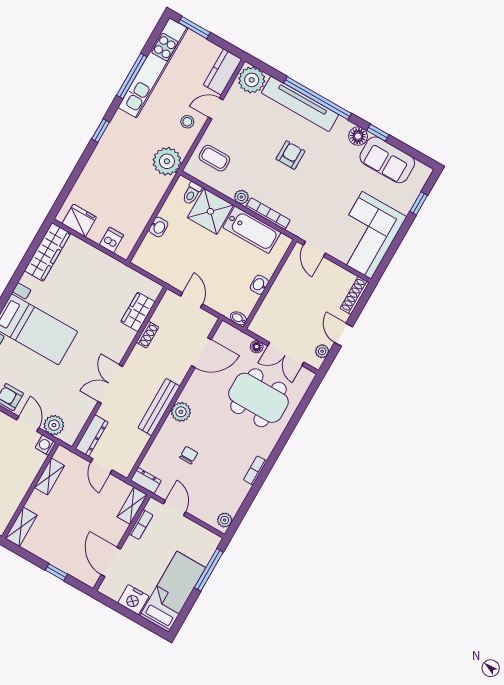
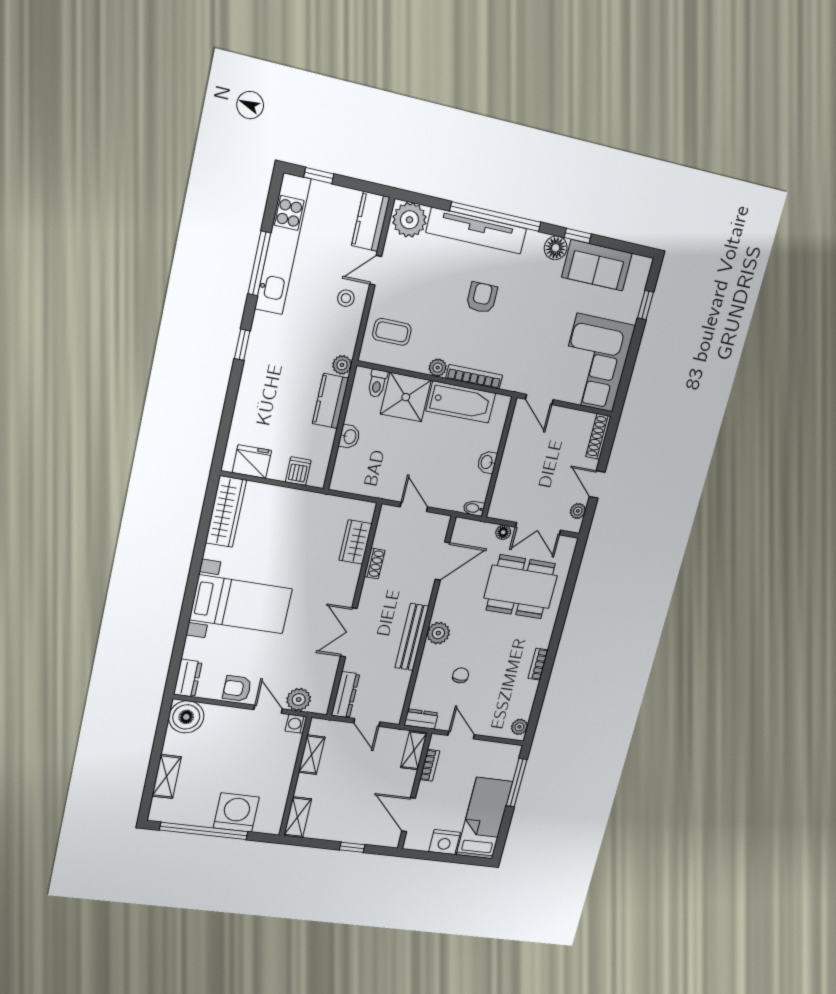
window: (194, 28) -> (319, 176), width x0.67
plant: (167, 161) -> (342, 365), width x0.53, depth x0.53
kitchen counter: (152, 195) -> (331, 401), added

